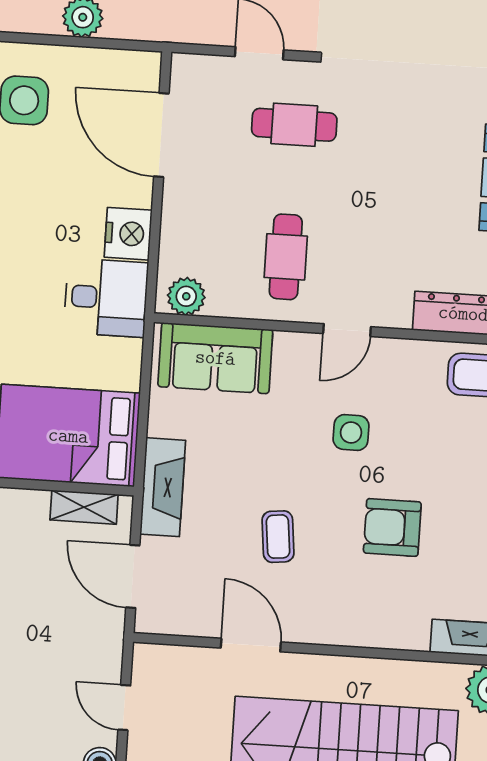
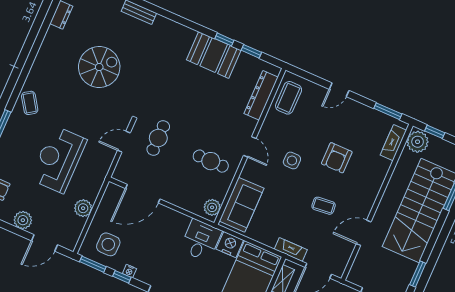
nightstand: (128, 234) -> (230, 245), moved
fireplace: (163, 487) -> (291, 249), width x0.73, depth x0.76

